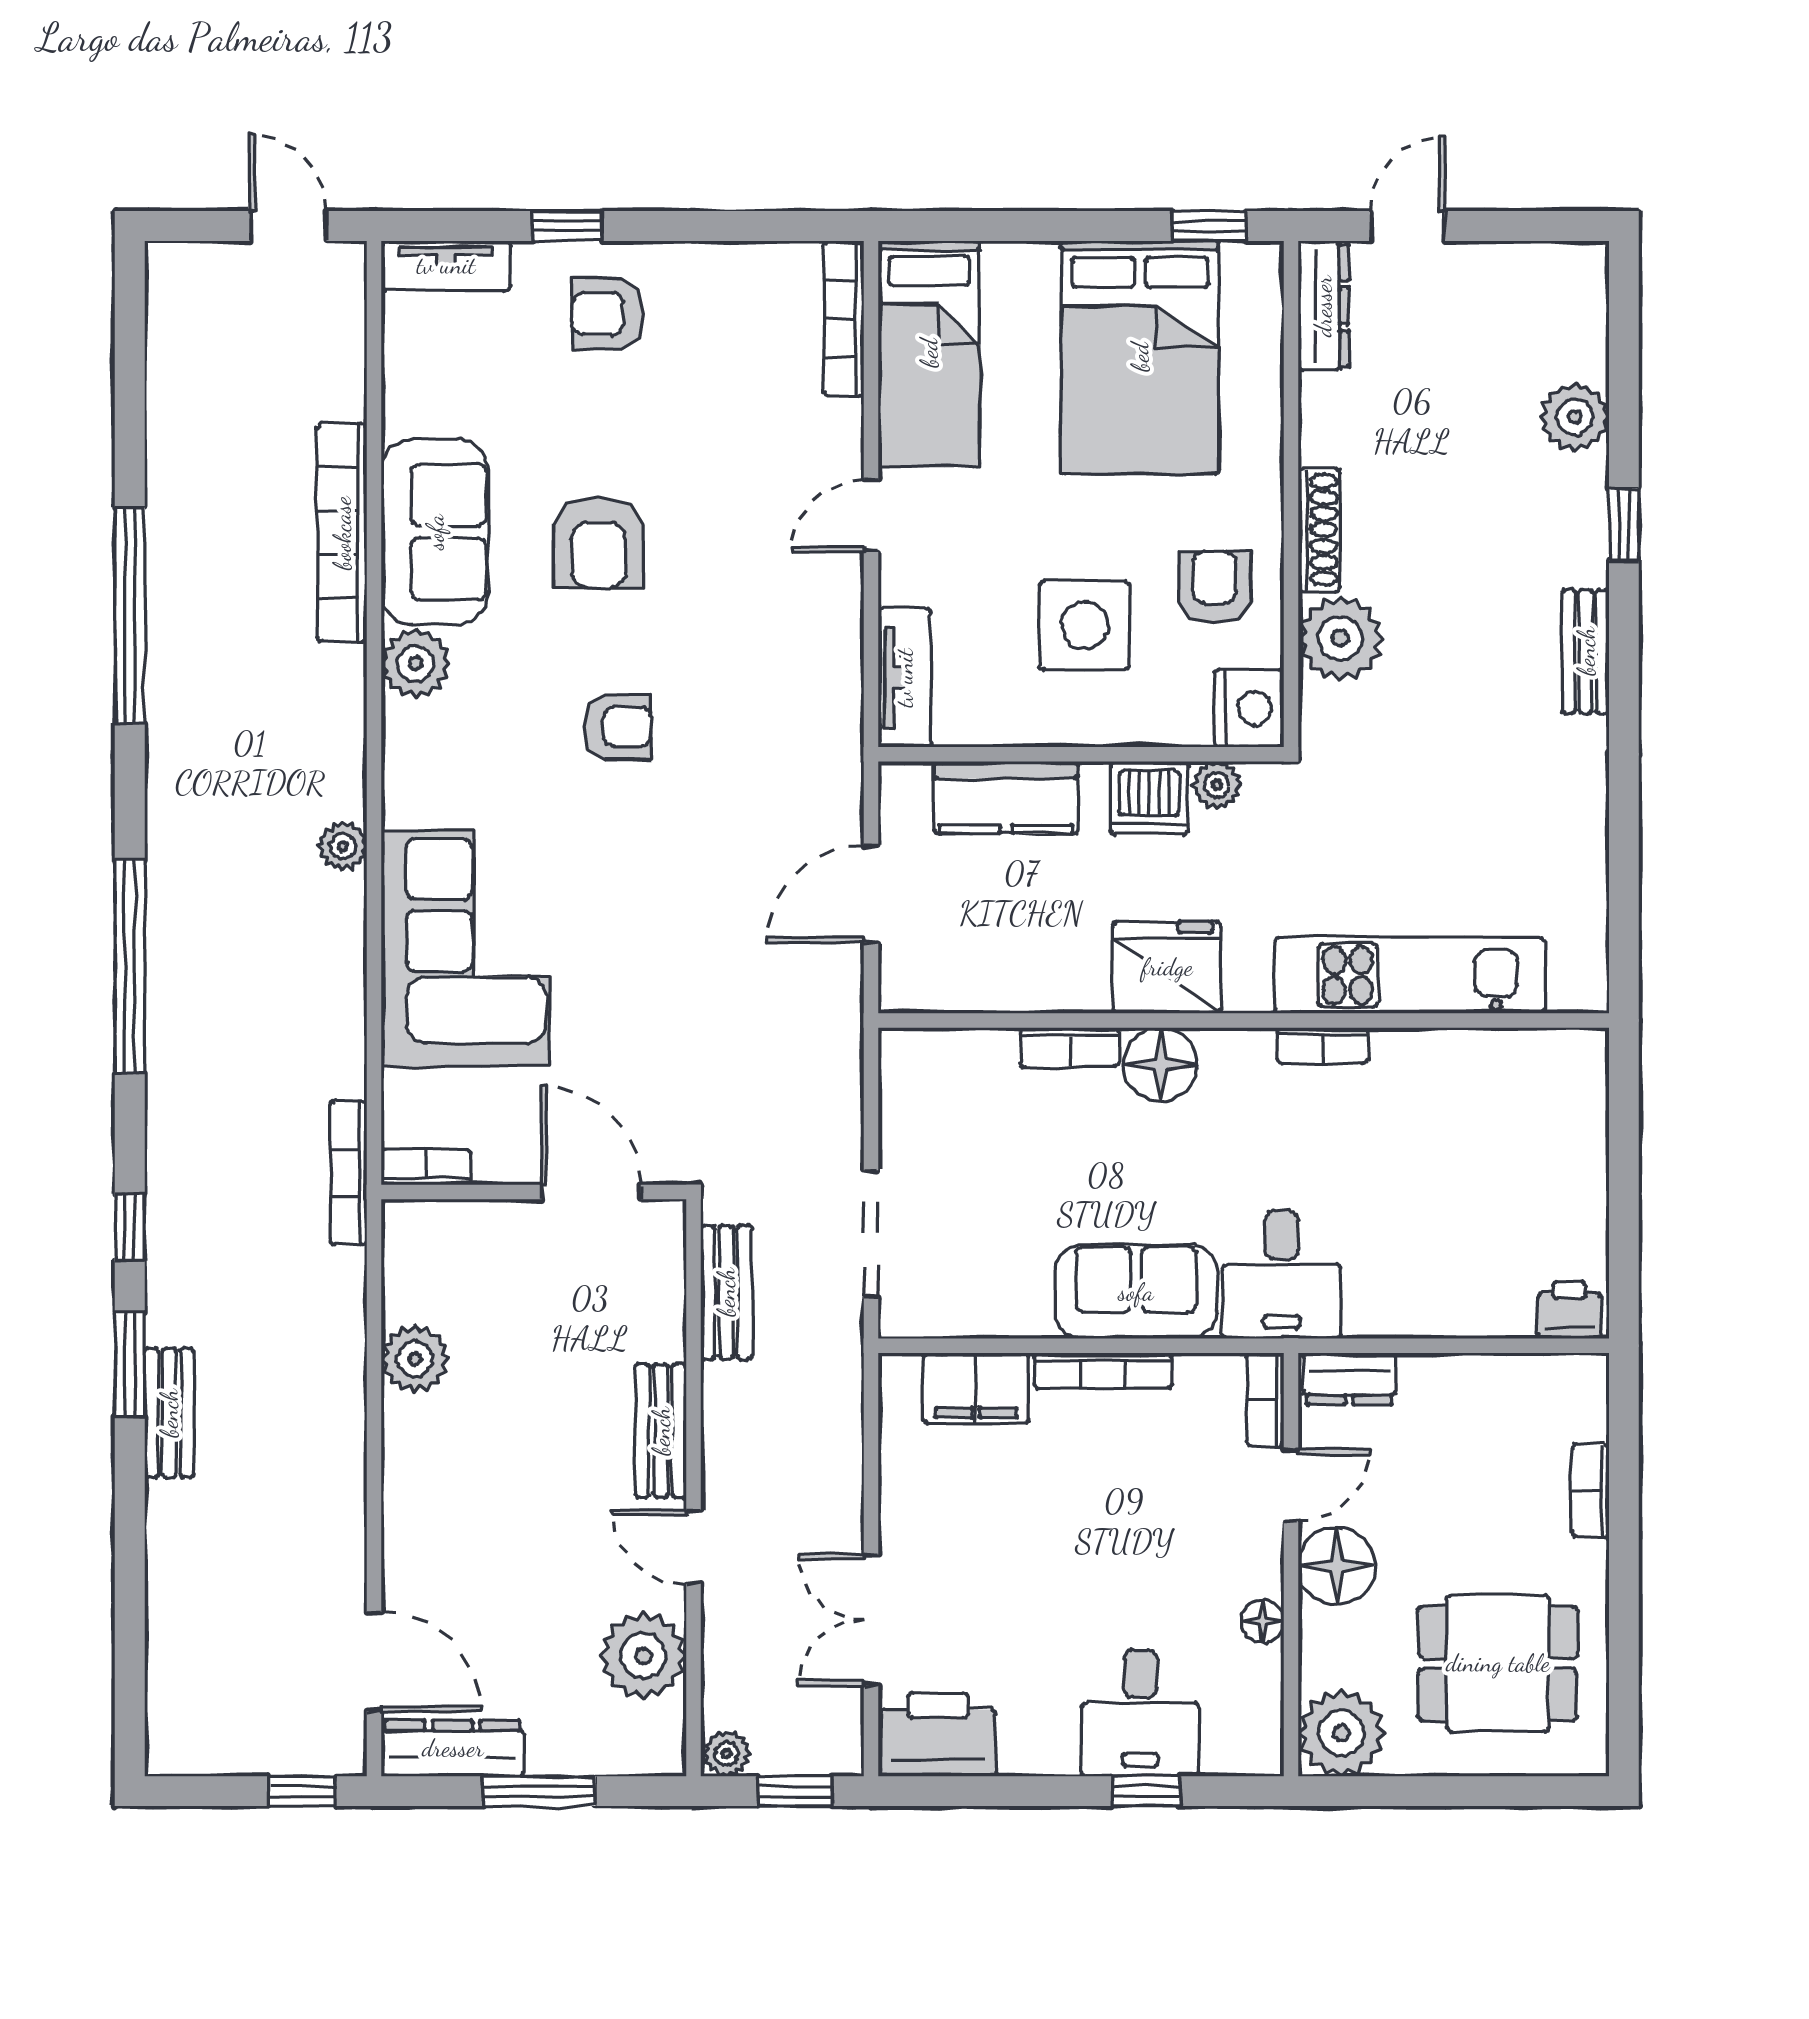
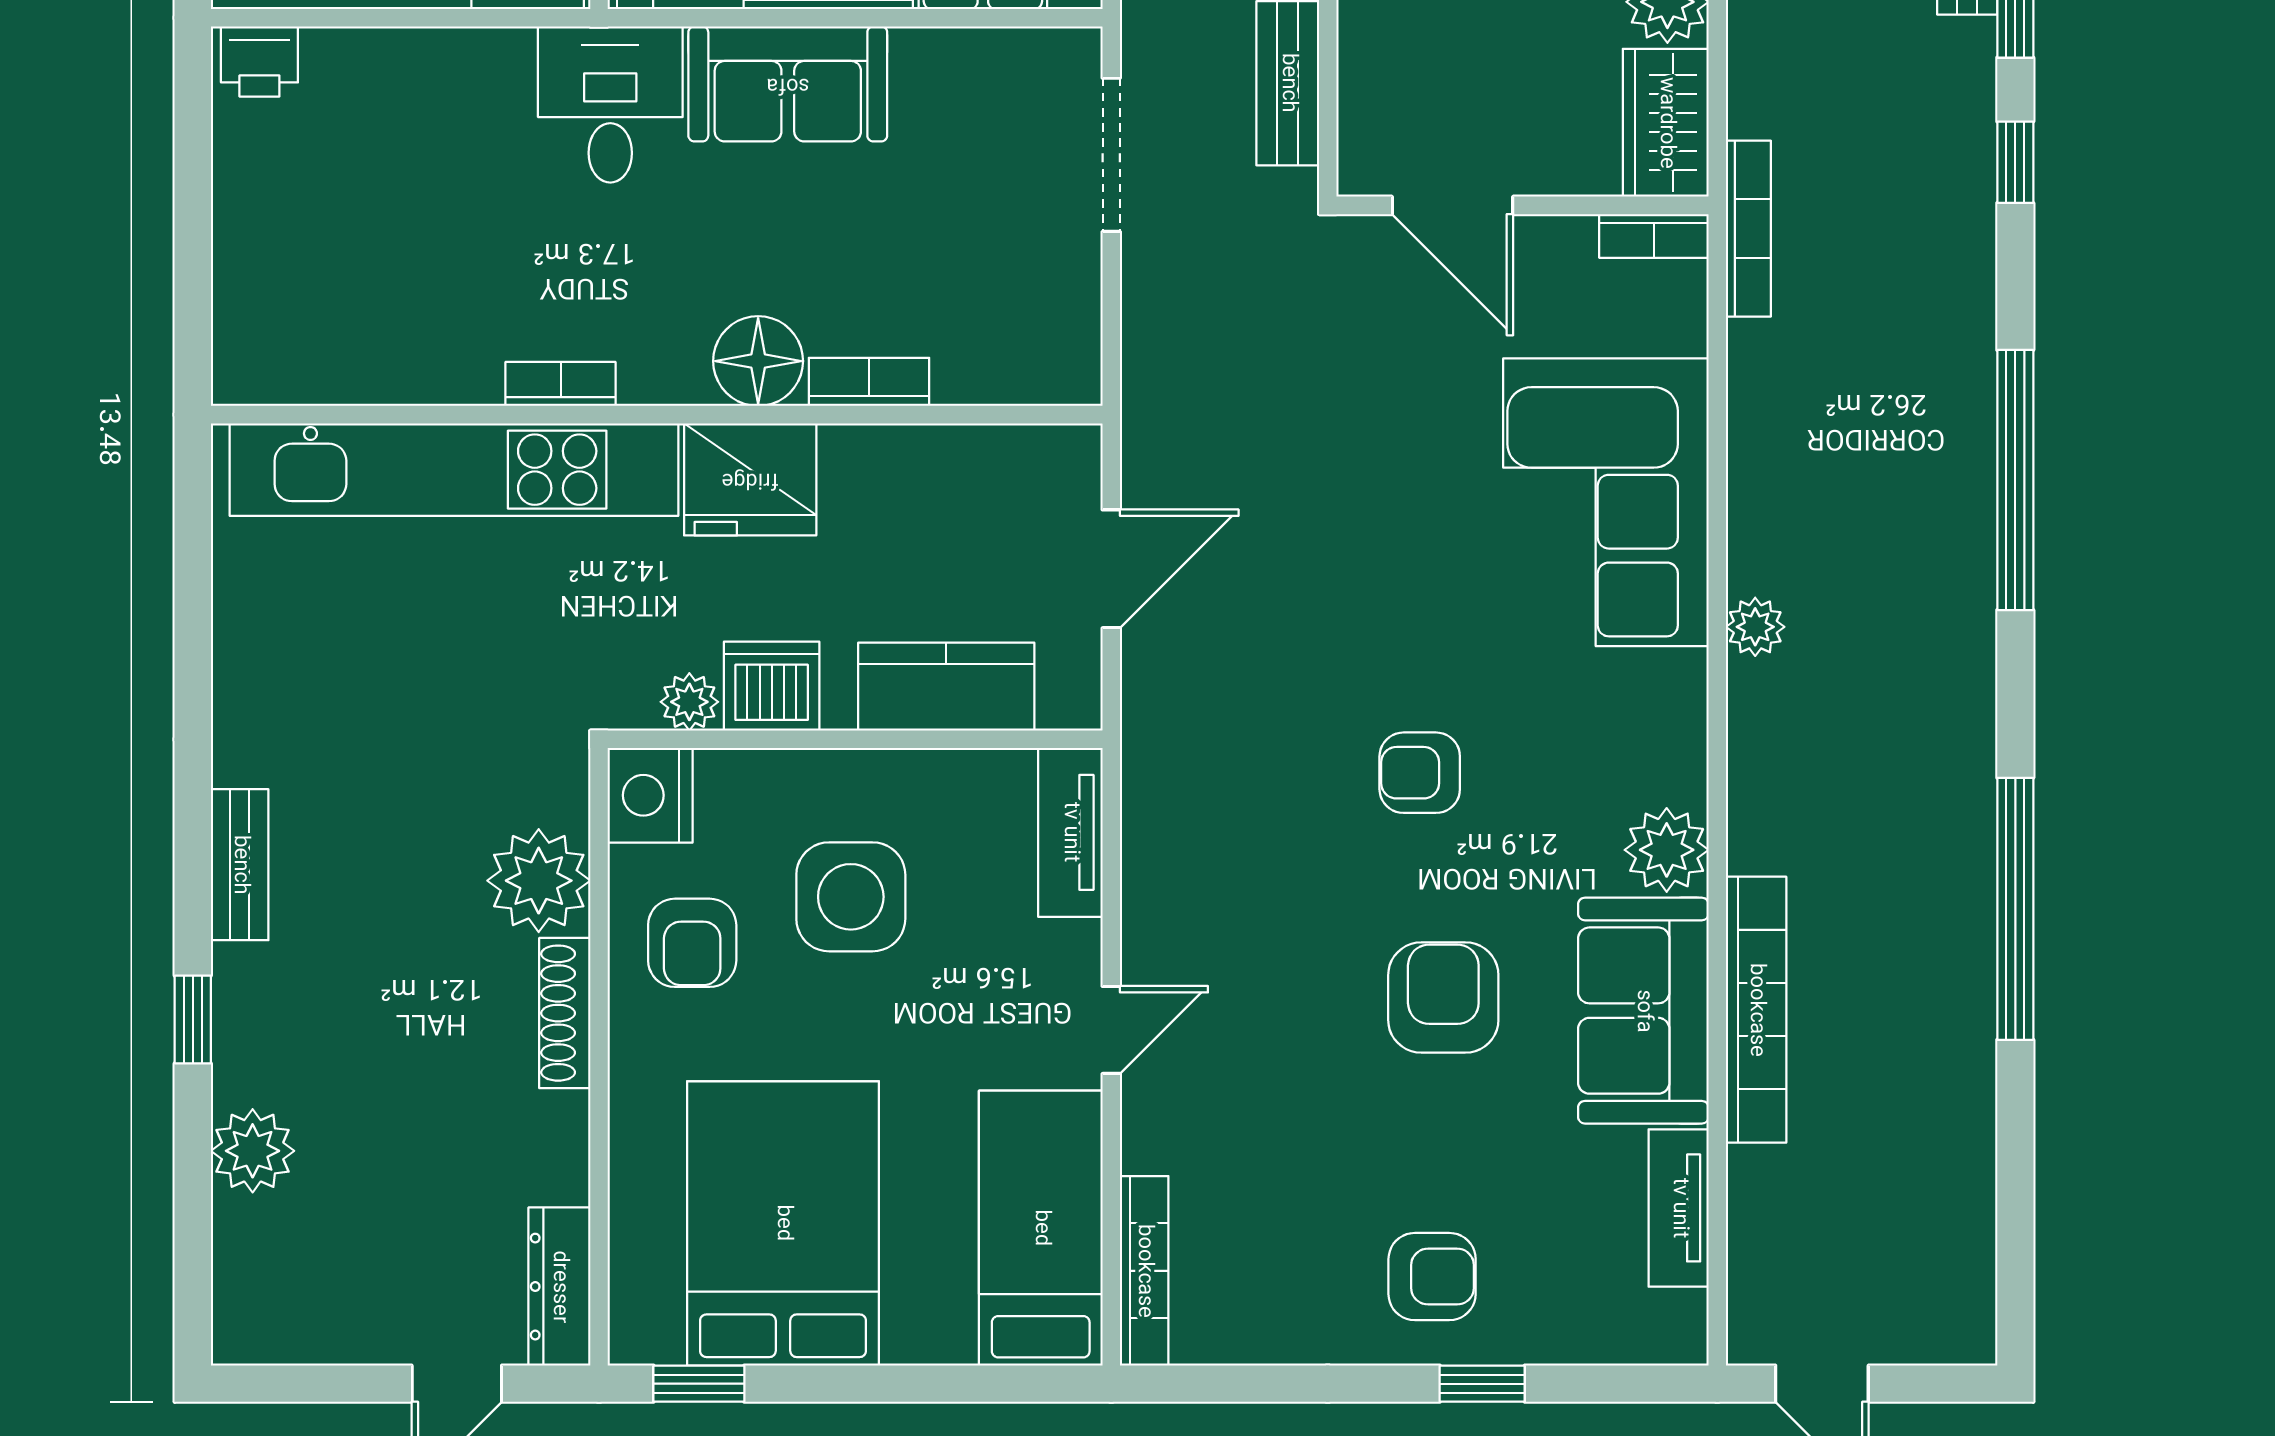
tv unit: (446, 265) -> (1679, 1208), moved, turned -90
kitchen unit: (1410, 975) -> (454, 470), width x1.36
wardrobe: (416, 1260) -> (1666, 123), added

